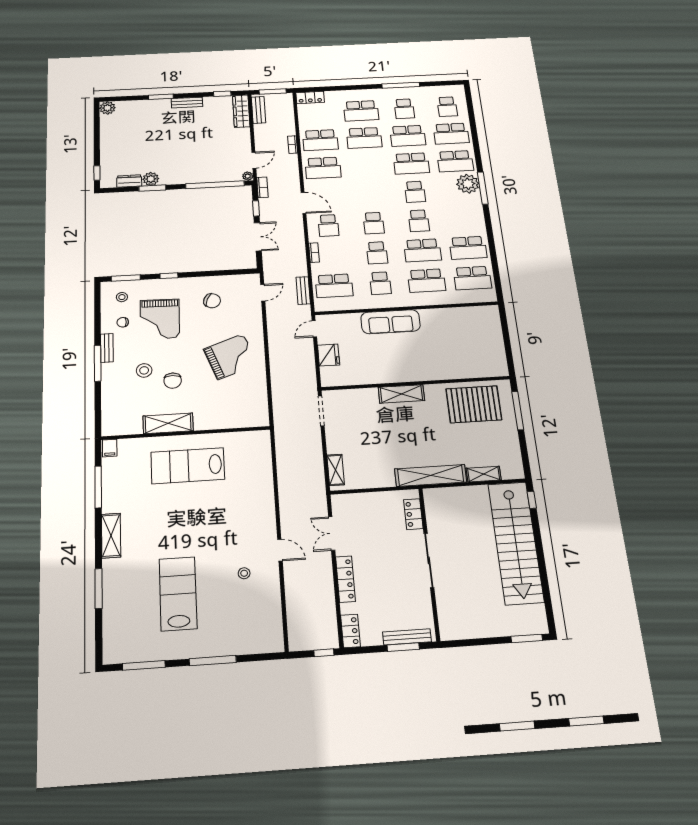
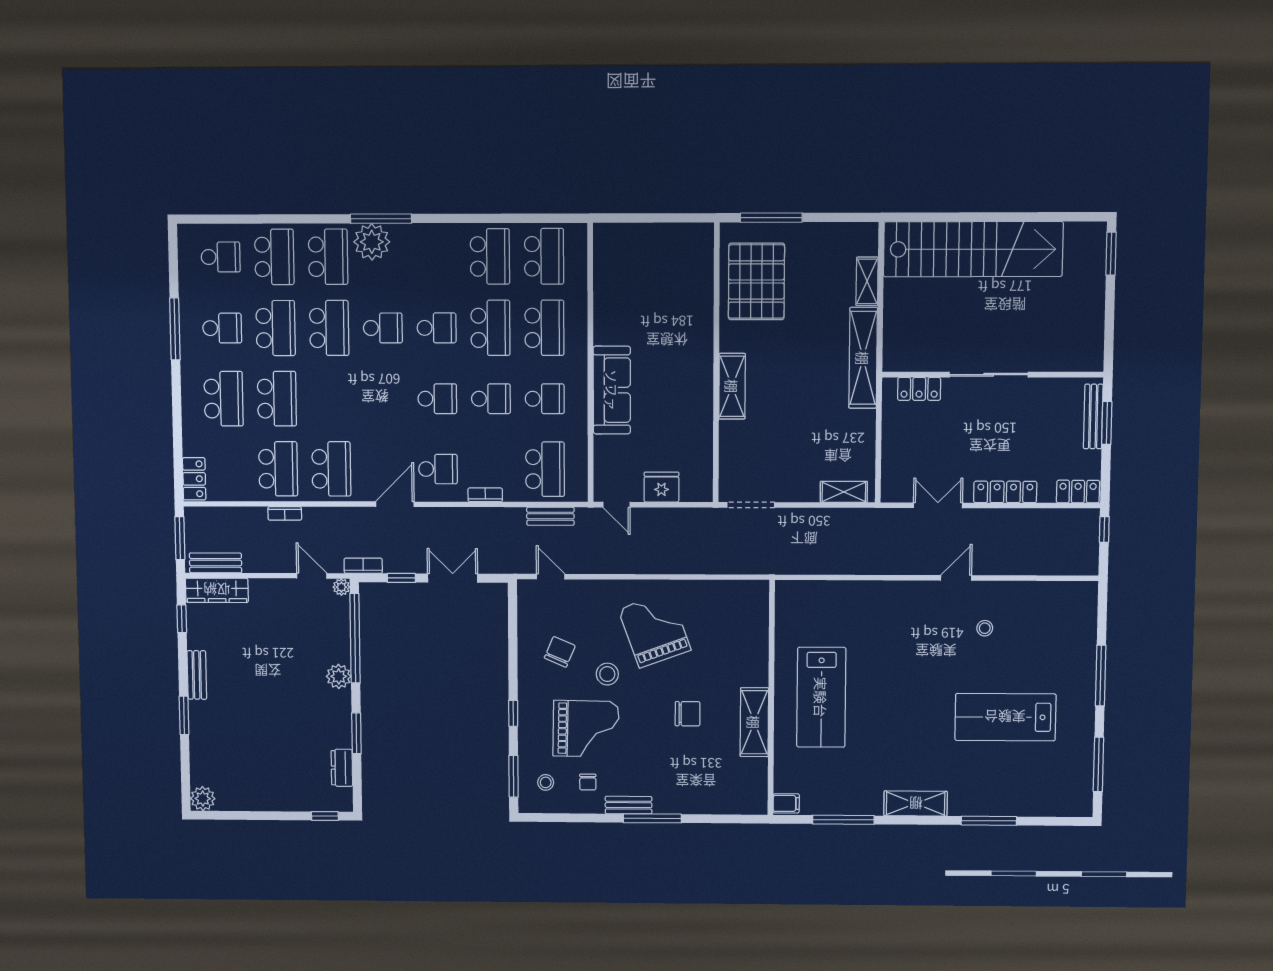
plant: (151, 179) -> (339, 676), moved
stool: (144, 370) -> (607, 674), moved
window: (532, 500) -> (912, 217), removed
double door: (332, 533) -> (938, 505), swing flipped

